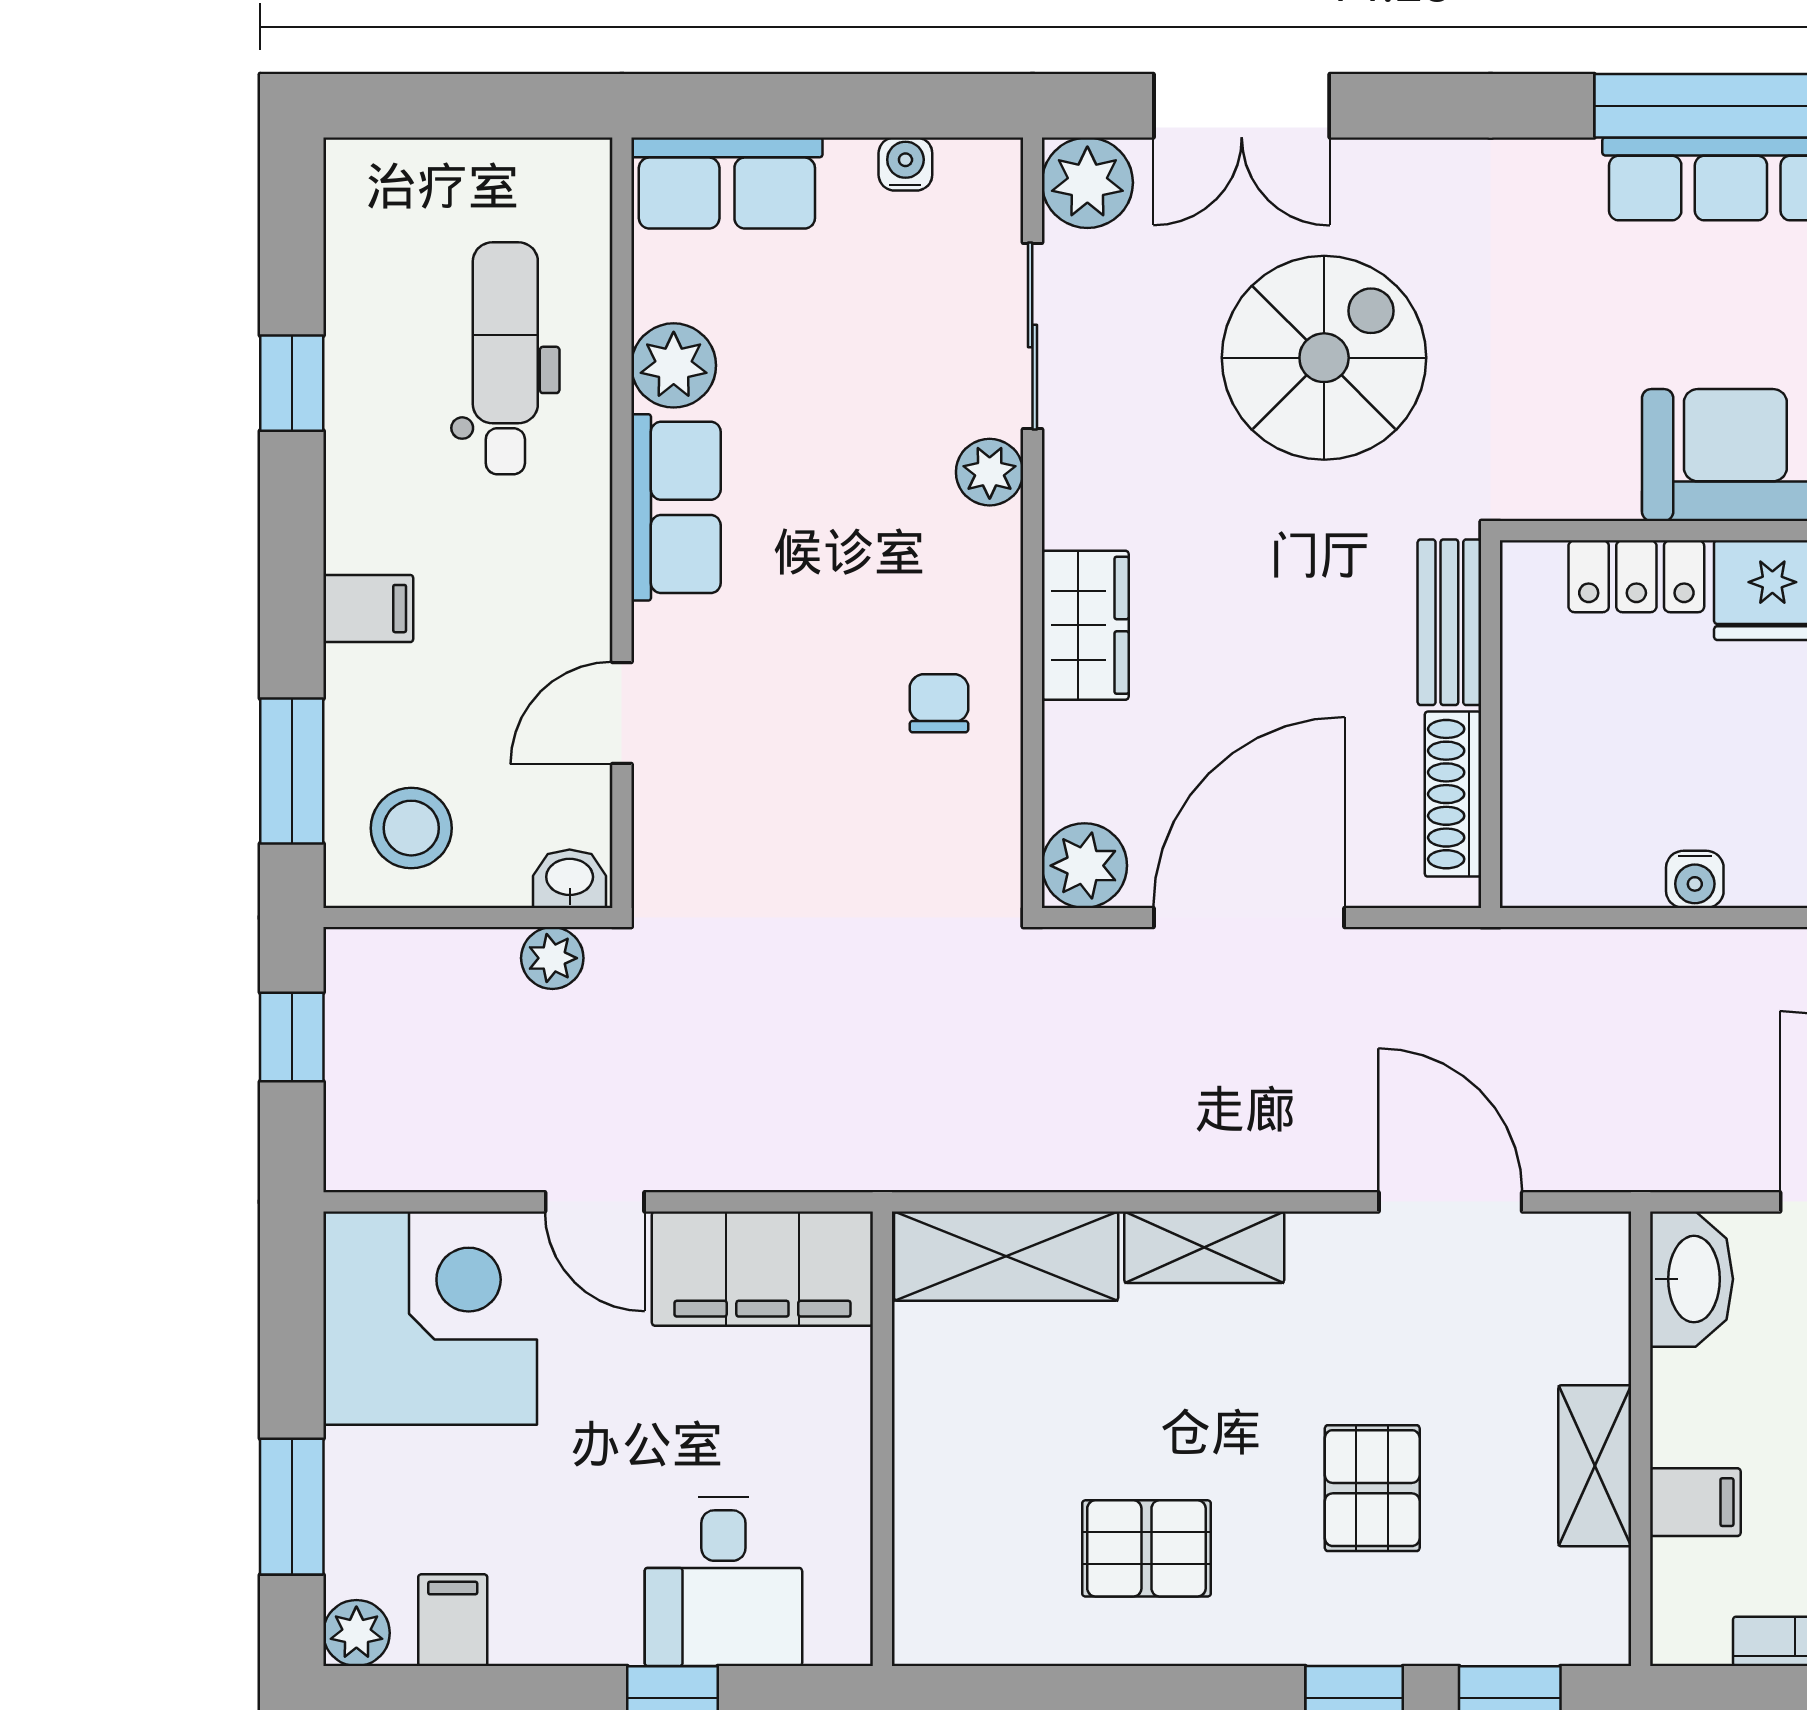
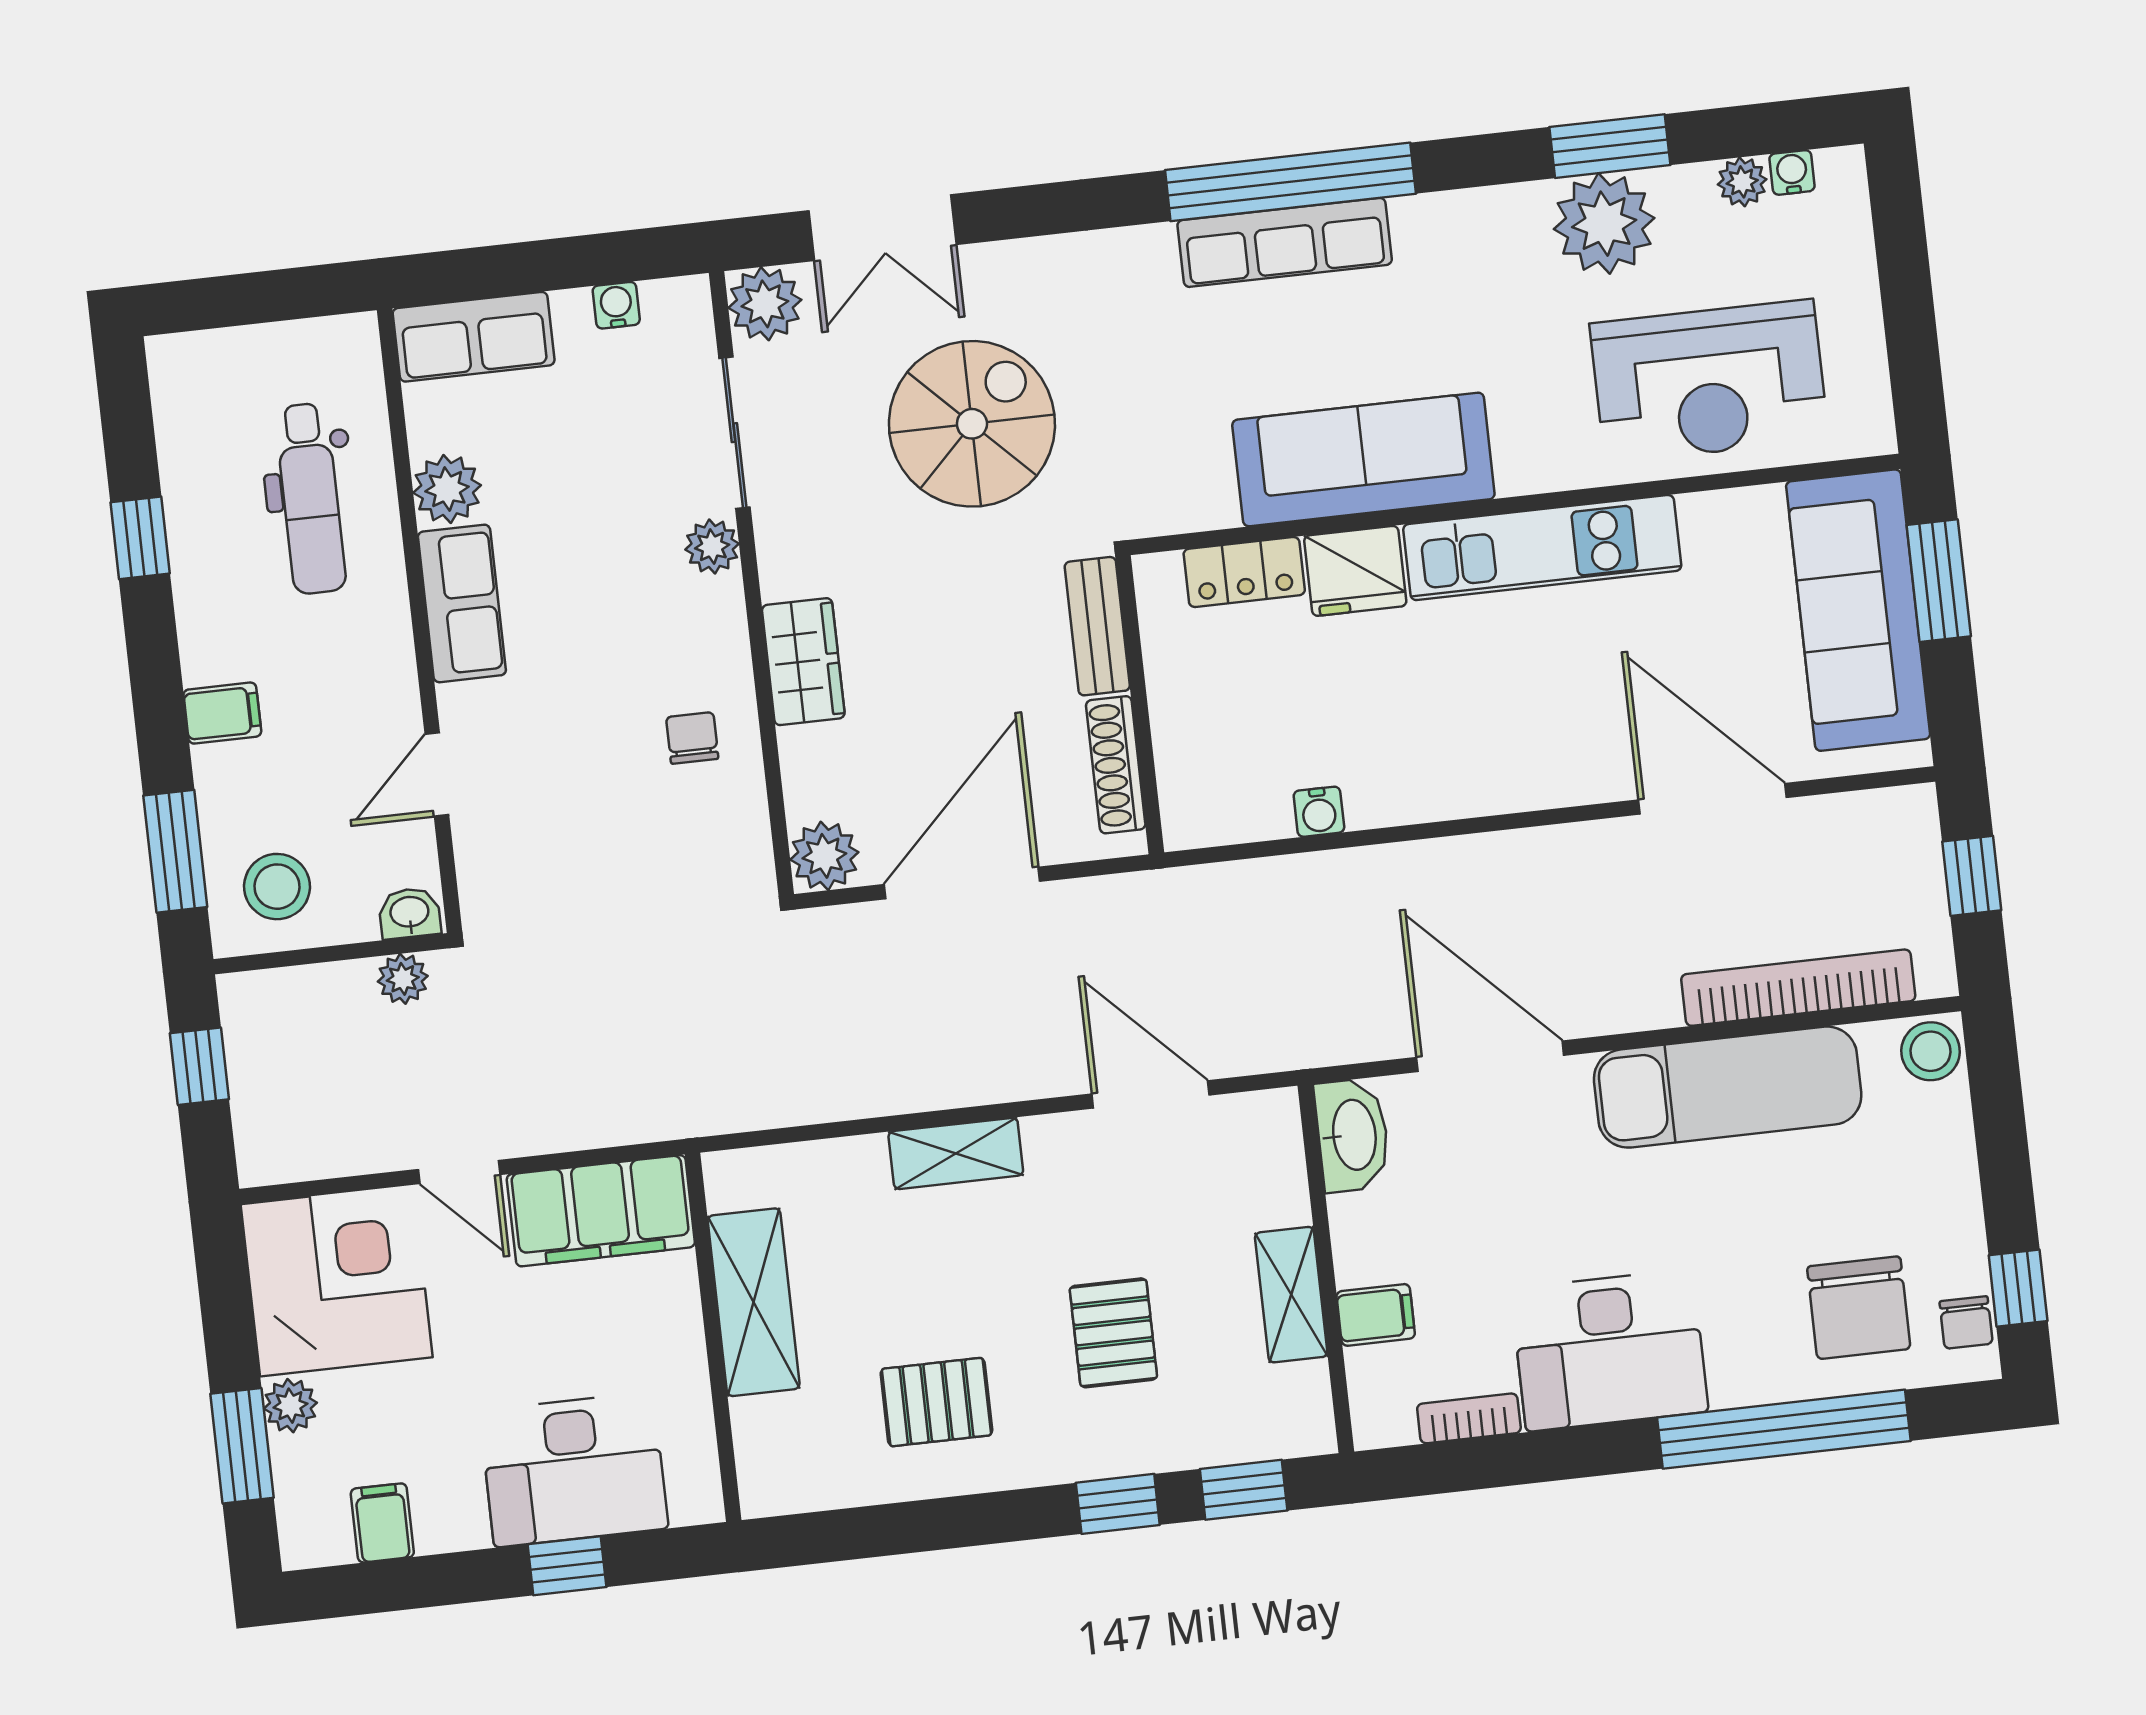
dental chair: (505, 358) -> (310, 499), turned 180
shelving: (1006, 1256) -> (754, 1302), moved, turned 90
desk: (723, 1581) -> (574, 1470), width x1.37
plant: (356, 1633) -> (290, 1406), moved

